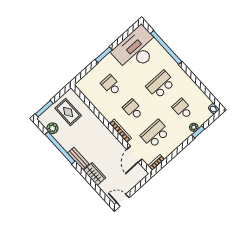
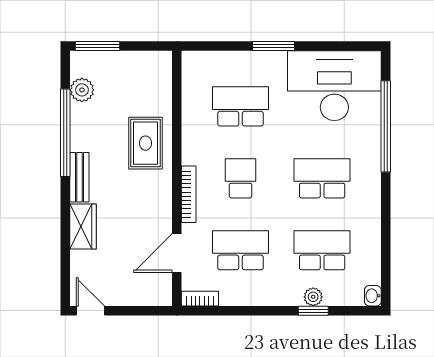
school desk: (111, 85) -> (241, 106), width x1.85
school desk: (183, 109) -> (322, 250), width x1.85
rug: (68, 112) -> (145, 143), moved

